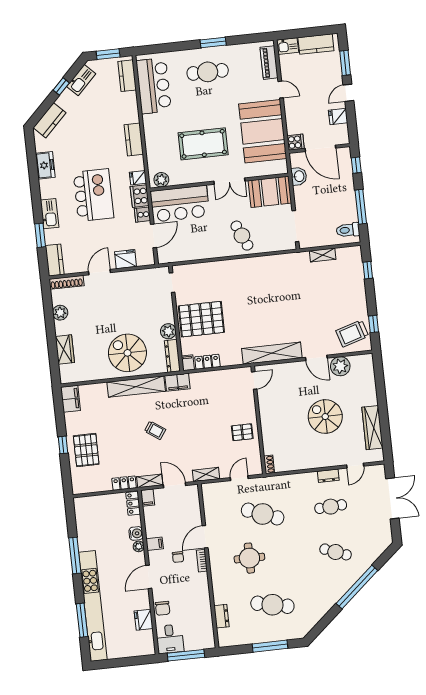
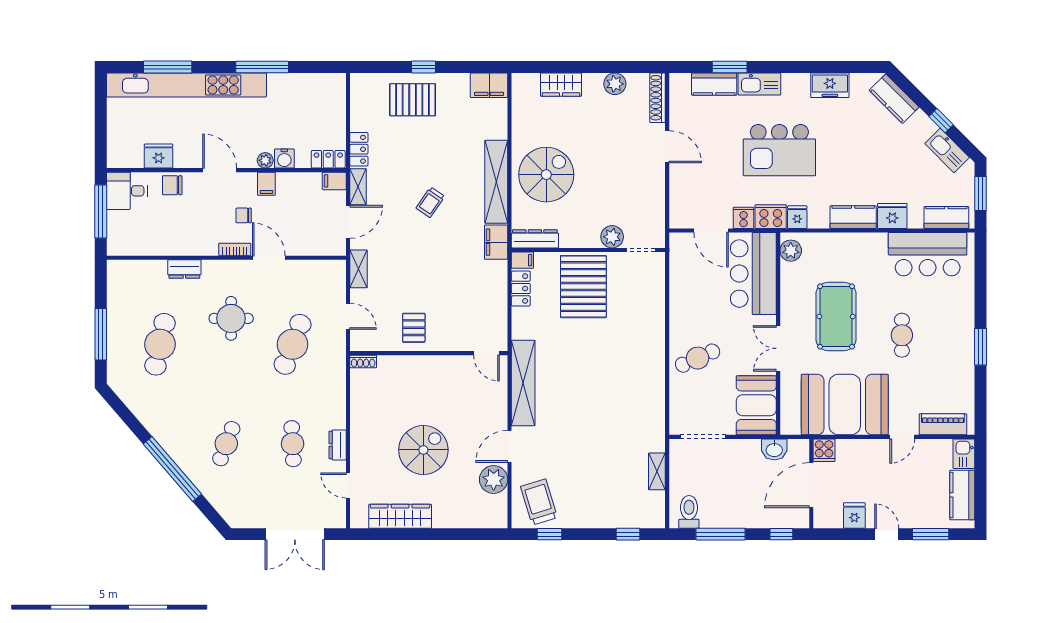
cafe table: (208, 72) -> (902, 335), moved, width x0.73, depth x0.74
fridge: (126, 259) -> (892, 216), moved, turned -90
kitchen counter: (55, 260) -> (714, 84), moved
plant: (168, 331) -> (612, 237), moved
dresser: (222, 616) -> (184, 269), moved

